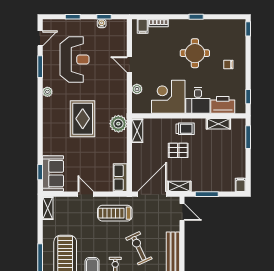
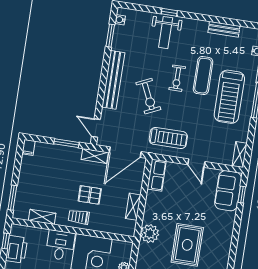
printer: (223, 105) -> (17, 249), moved, turned -90
shelving: (137, 131) -> (133, 207), moved

